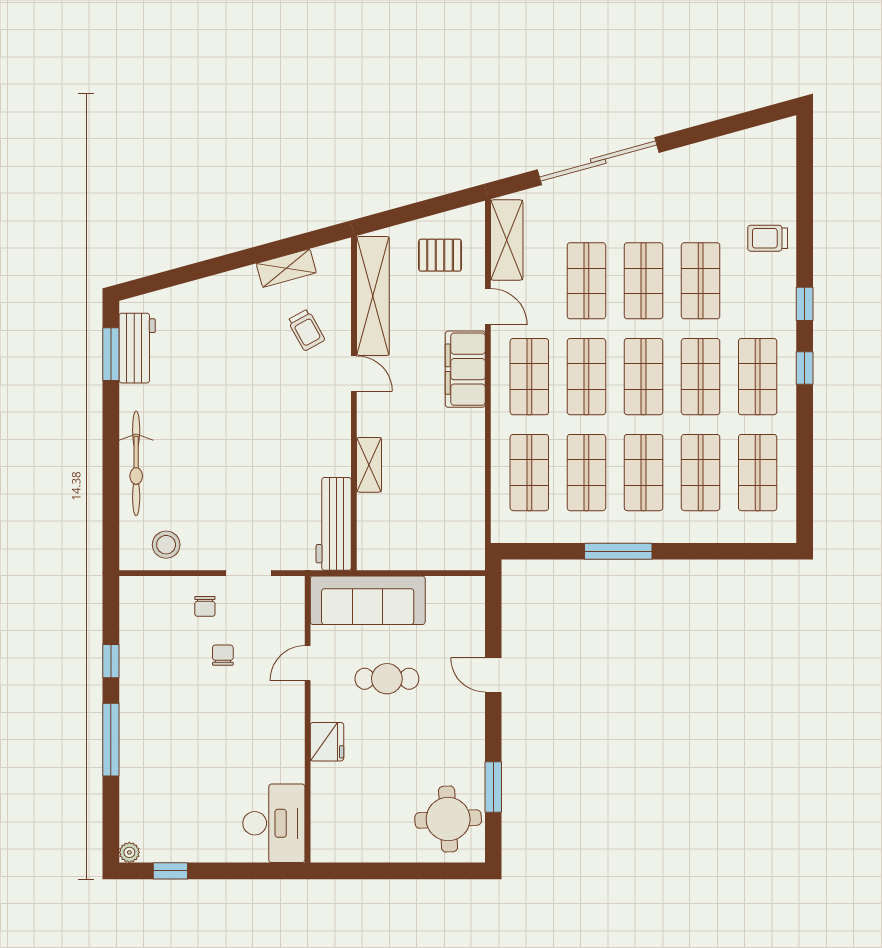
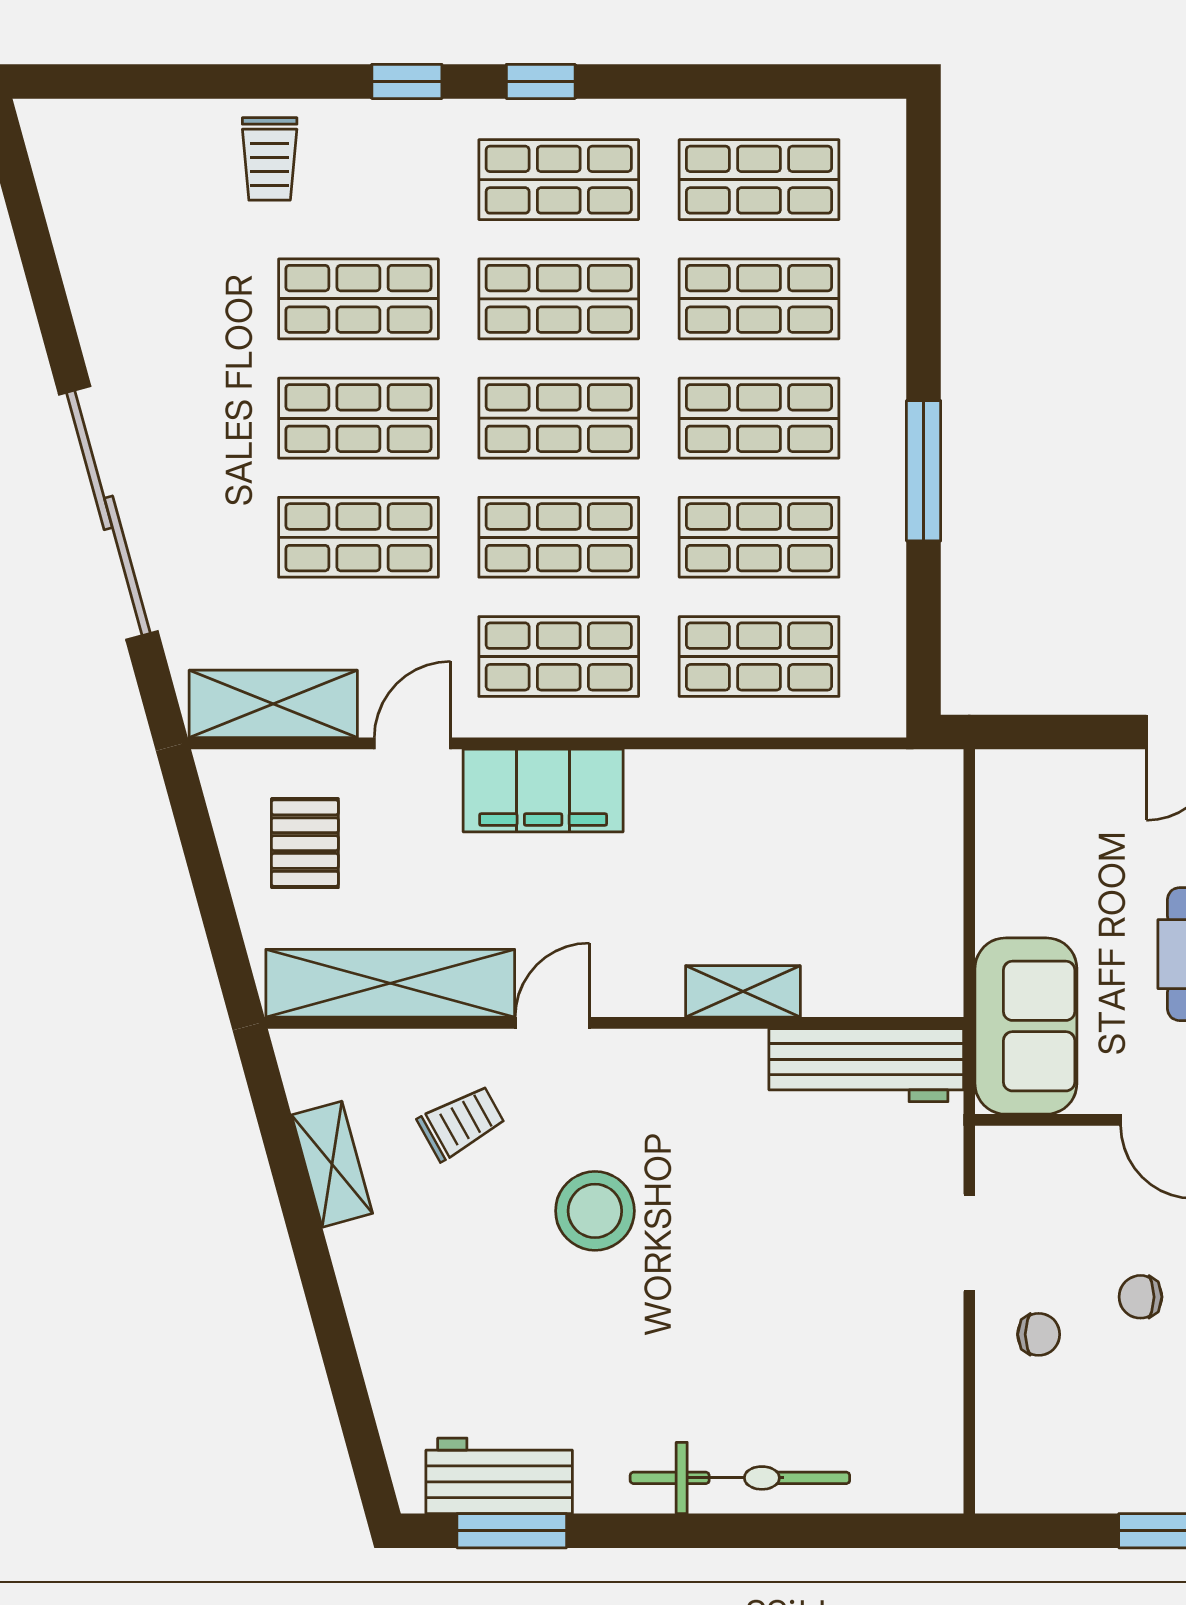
stool: (166, 545) -> (595, 1211), moved, width x1.38, depth x1.38
sofa: (368, 600) -> (1026, 1026), width x0.73

